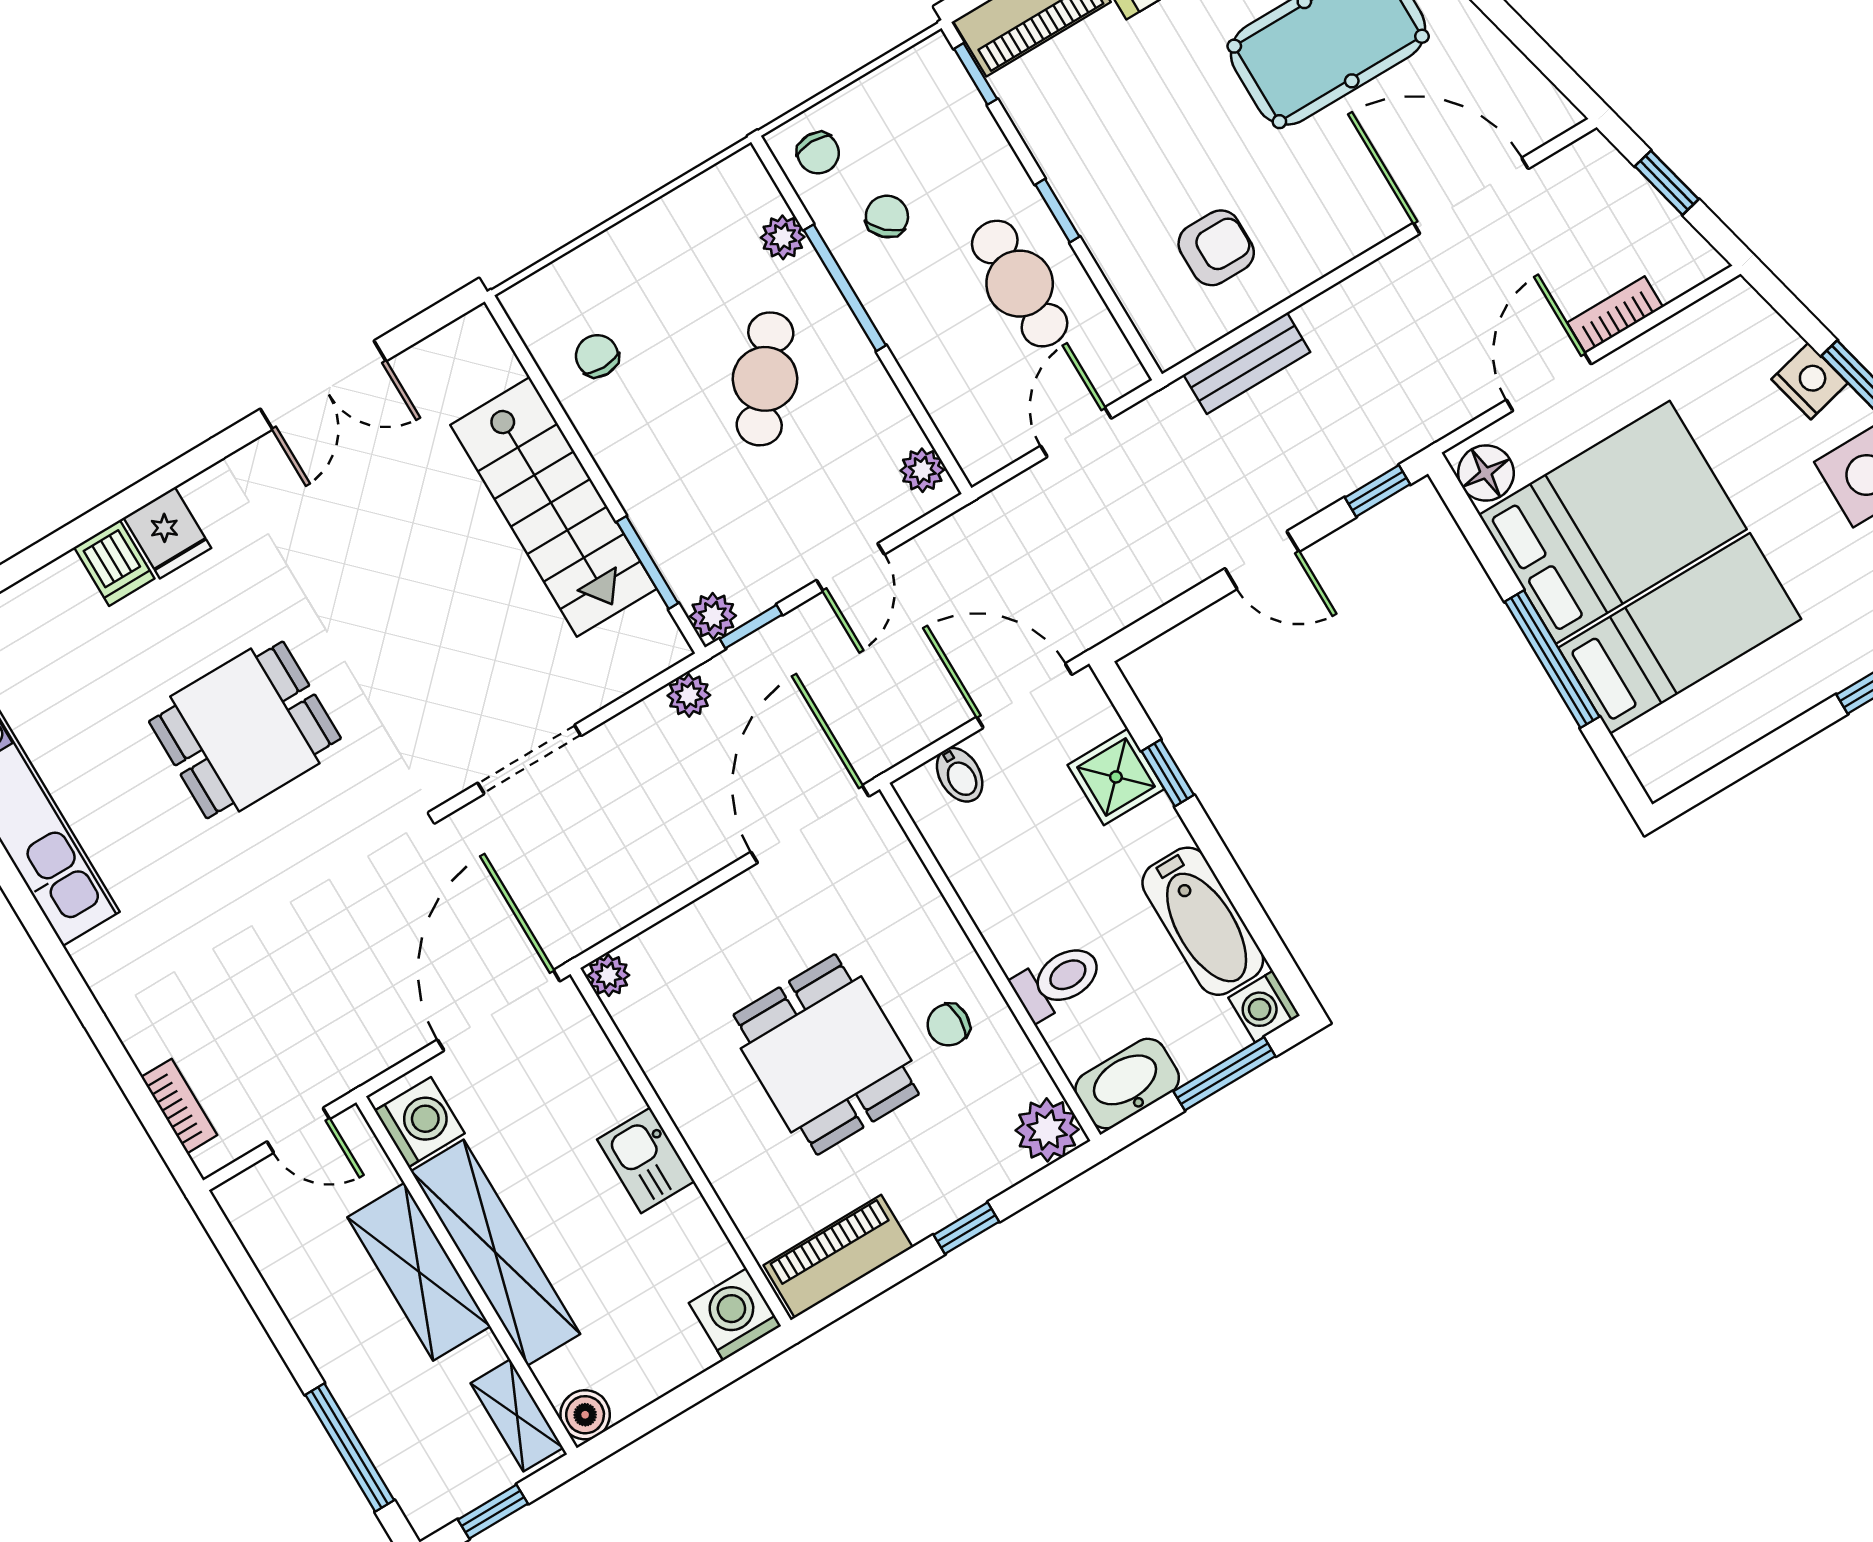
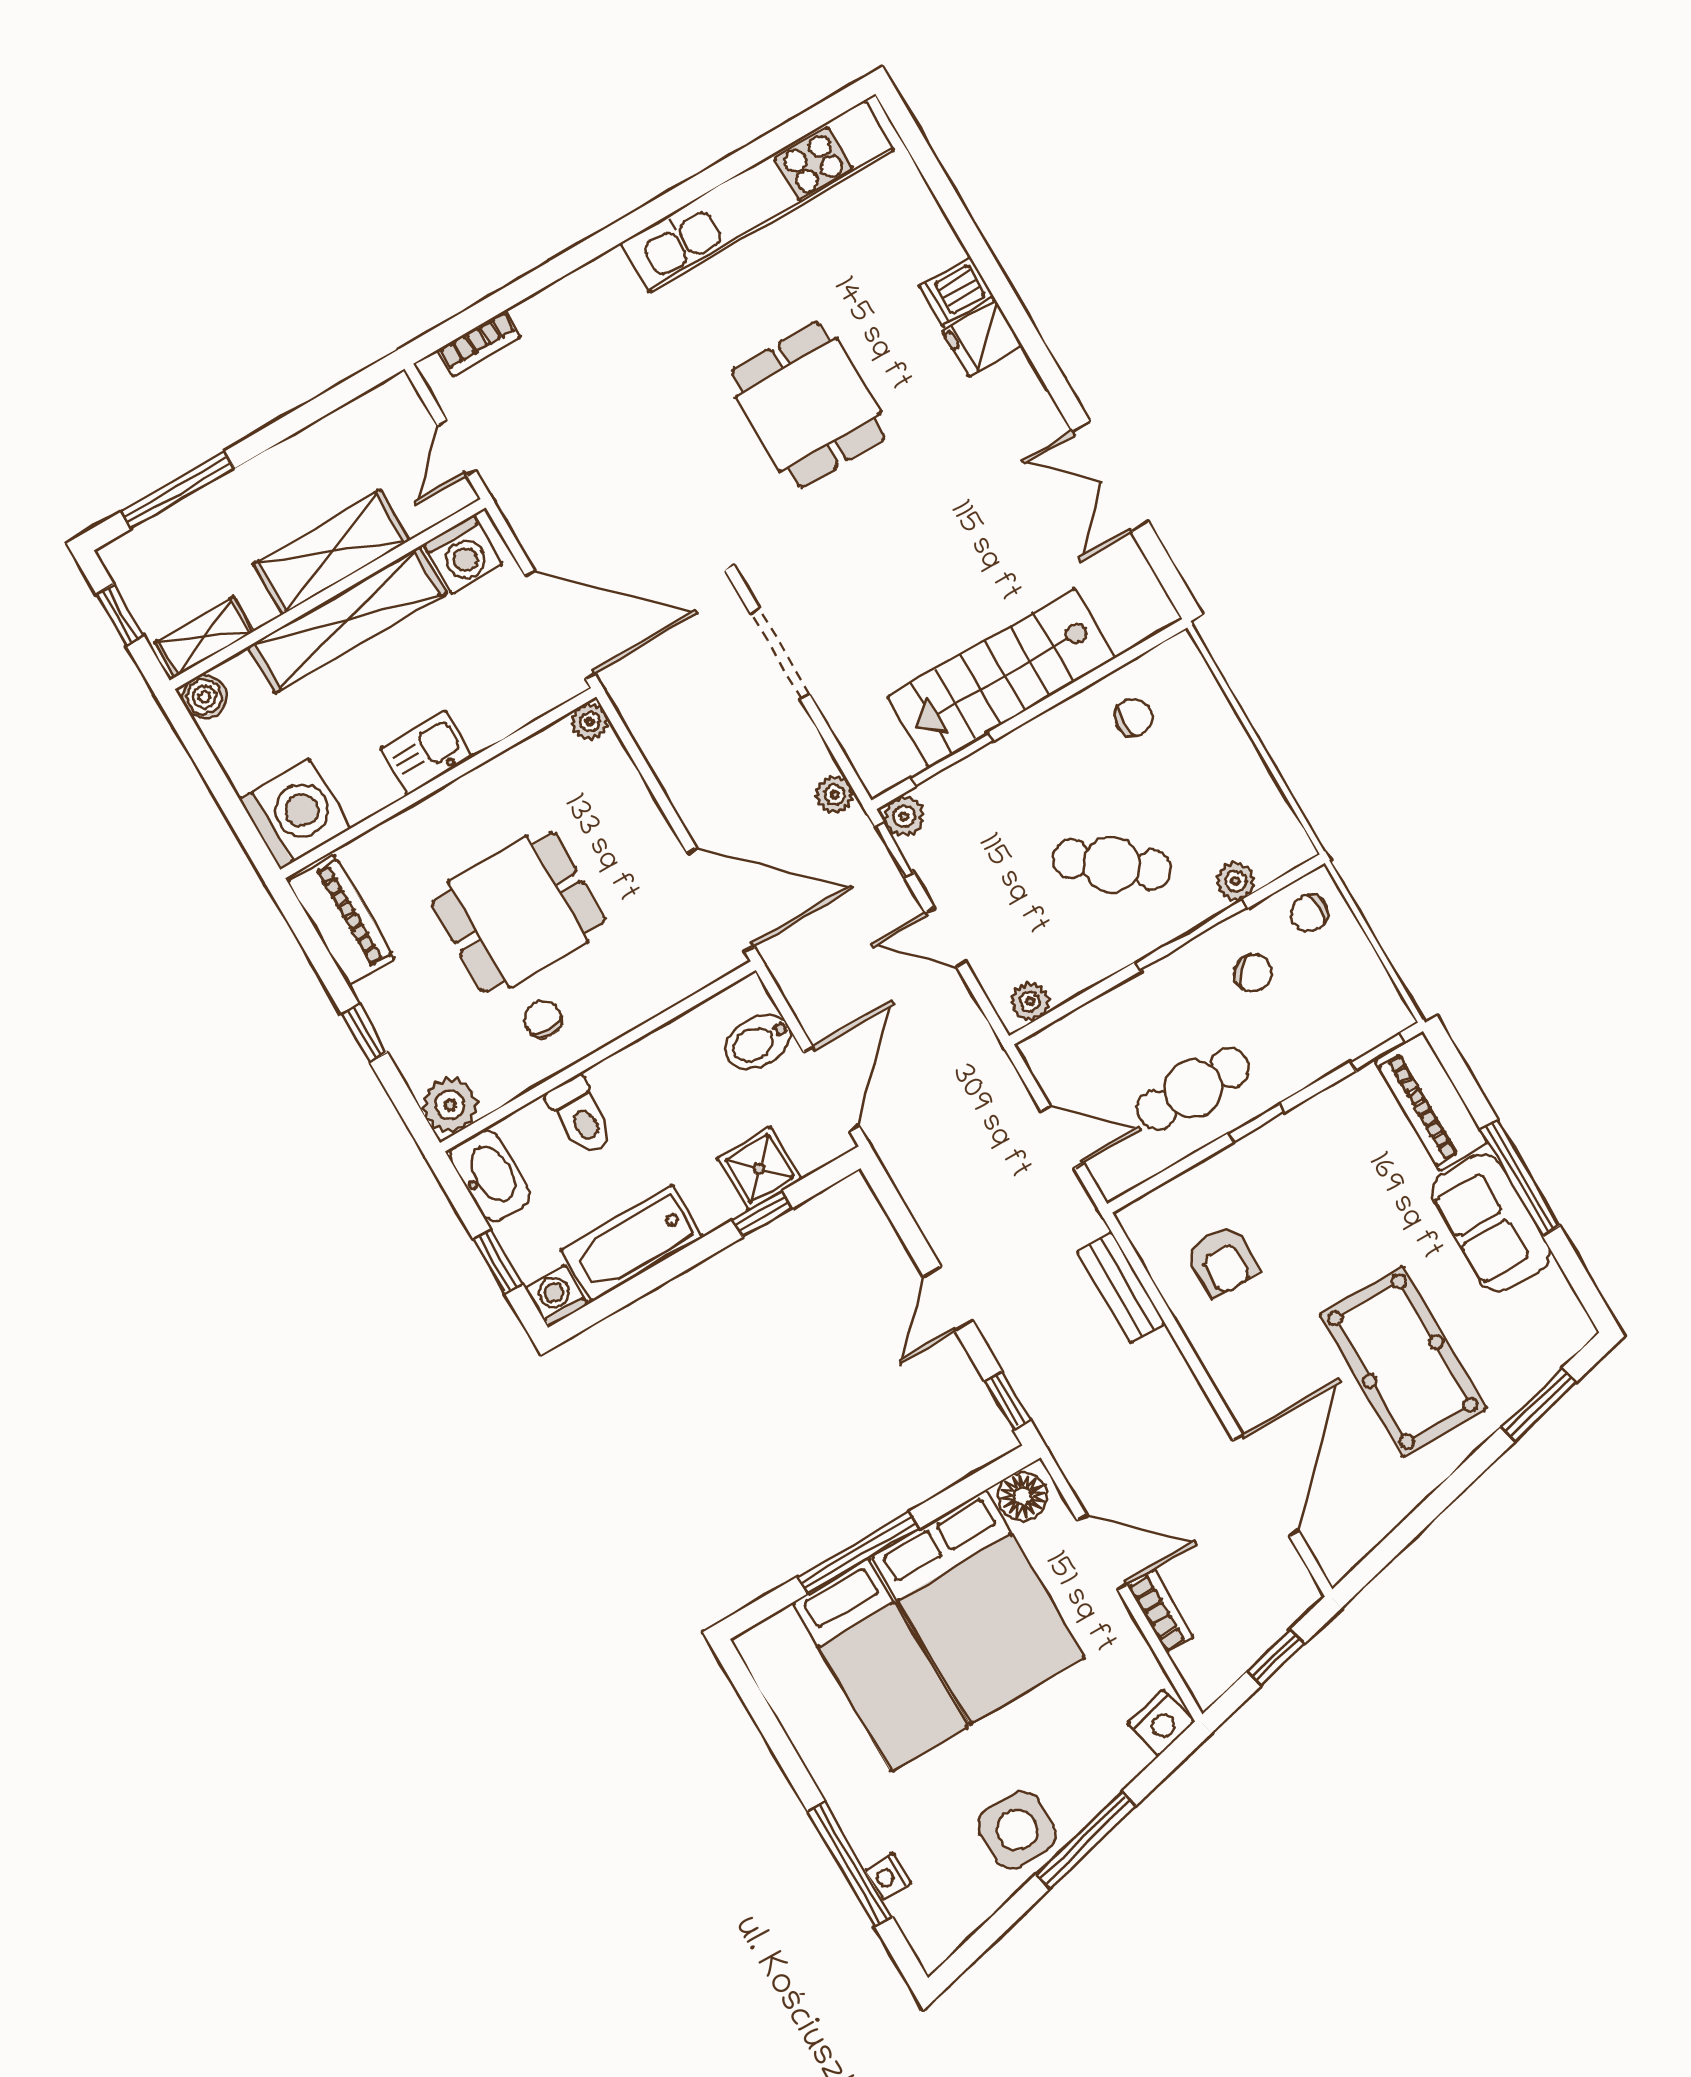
nightstand: (1810, 381) -> (1161, 1723), moved
bidet: (960, 775) -> (758, 1042), width x1.38, depth x1.36
window: (1224, 1074) -> (498, 1261), width x0.67
washing machine: (735, 1314) -> (295, 814), width x1.37, depth x1.37

